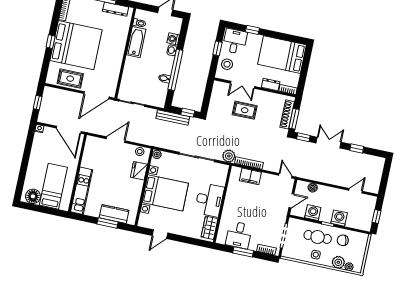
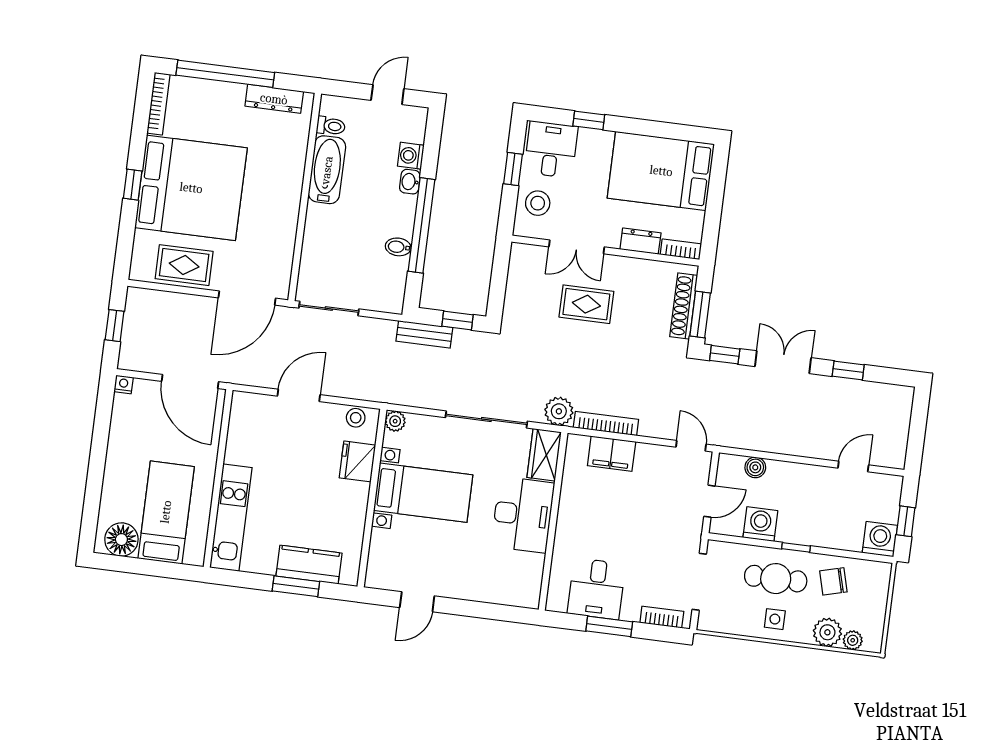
bench: (173, 118) -> (424, 334), width x0.73
bed with nightstands: (165, 193) -> (423, 493), width x0.73
washing machine: (339, 218) -> (880, 539), moved
wardrobe: (209, 228) -> (544, 455), moved

